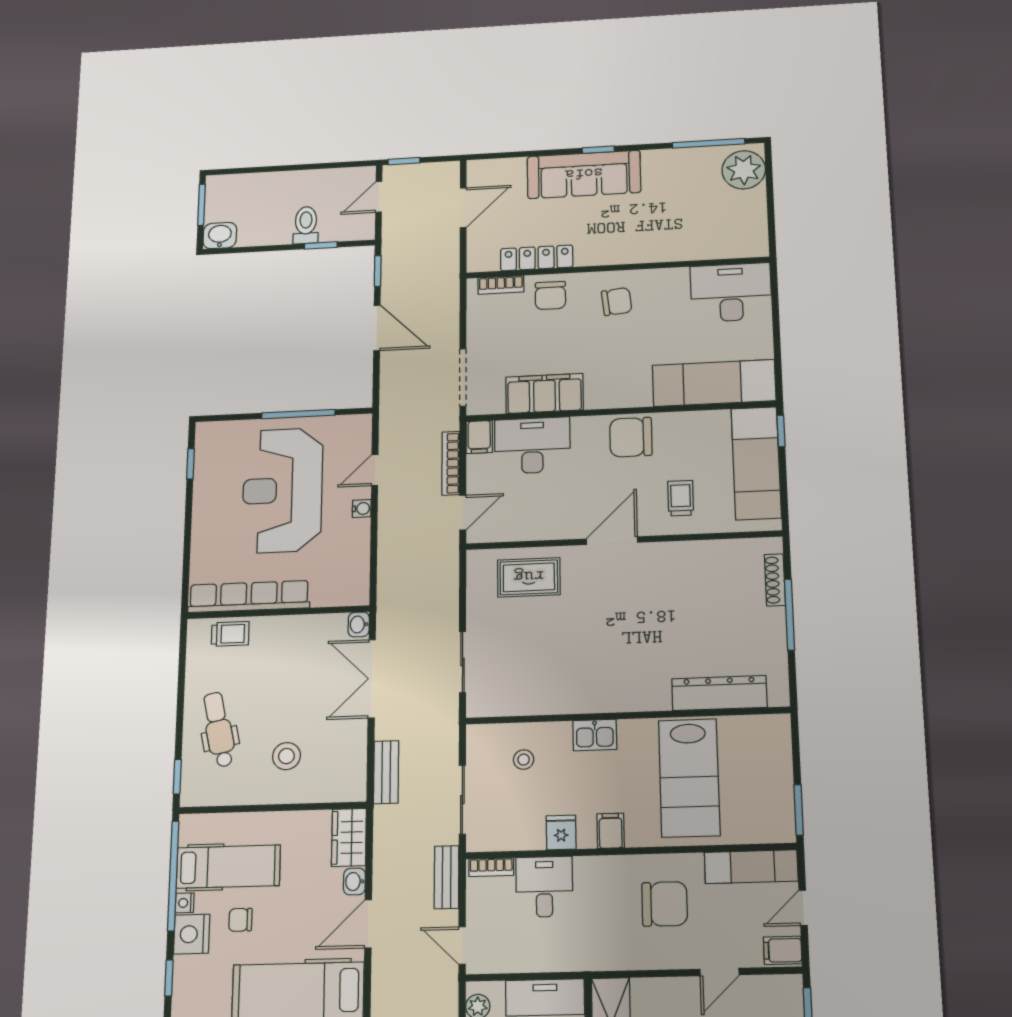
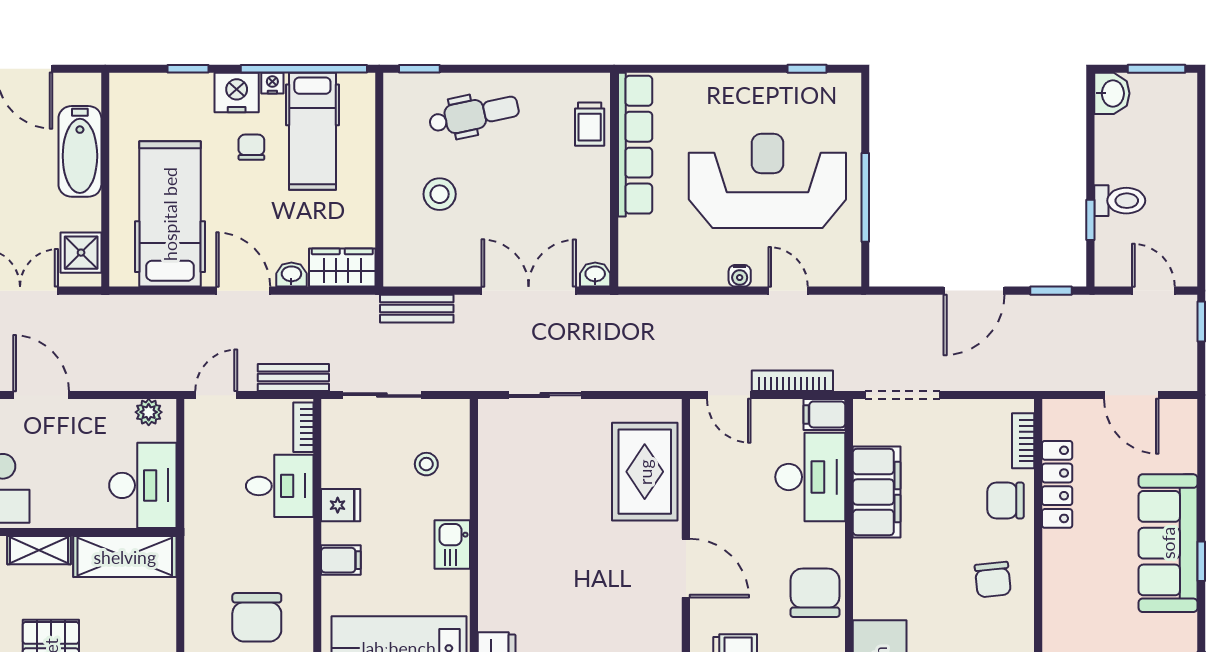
rug: (529, 577) -> (645, 472), width x1.36, depth x1.43

